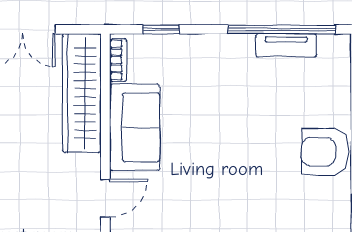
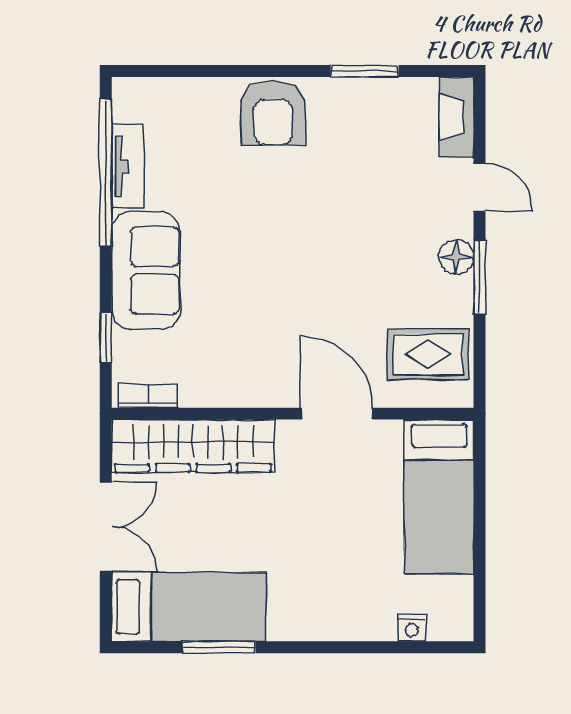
sofa: (135, 127) -> (146, 270), moved, turned 90
door: (105, 198) -> (337, 414), width x1.38

